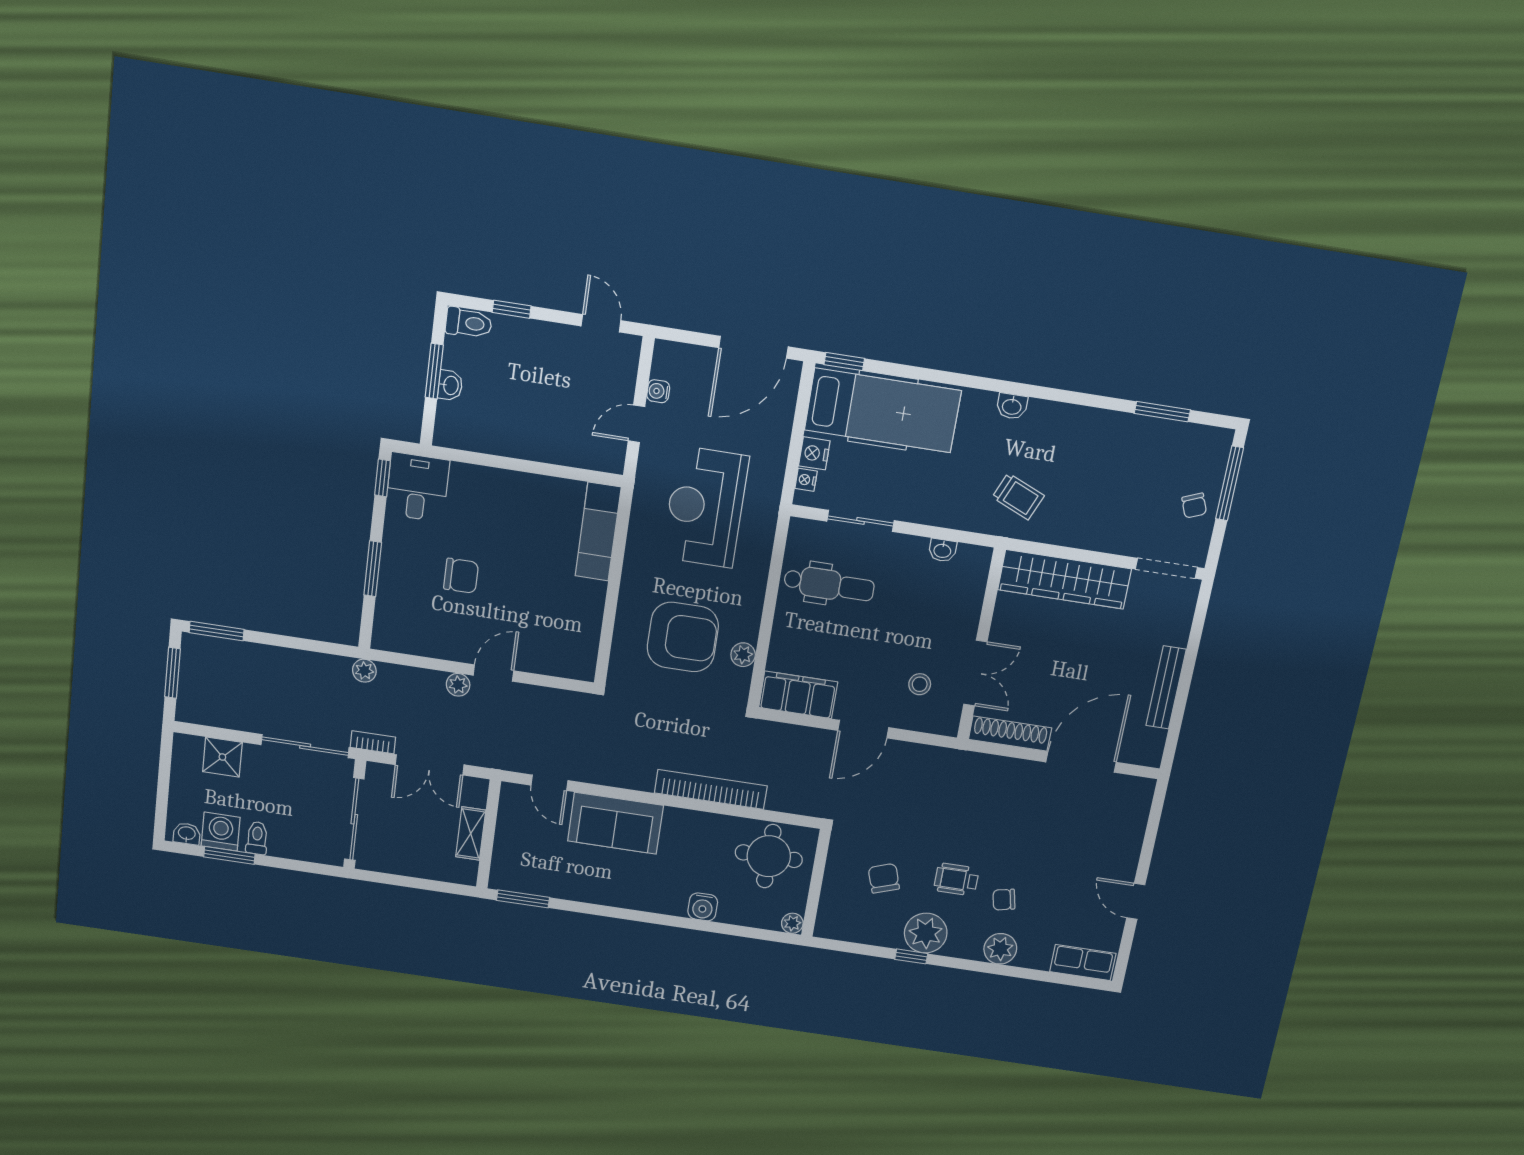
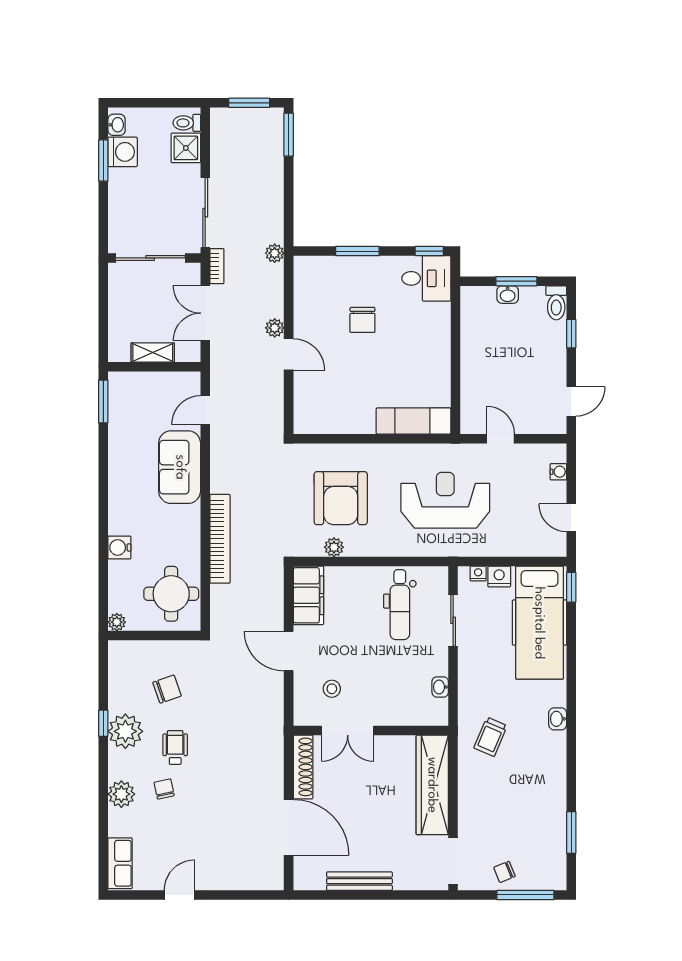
door: (753, 347) -> (571, 518), width x0.53
water cooler: (658, 391) -> (558, 472), moved, turned 90
toilet: (257, 838) -> (187, 123), moved, turned 180

